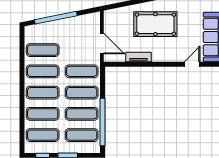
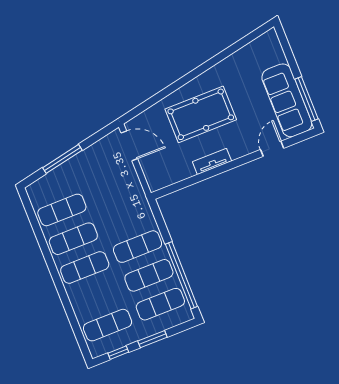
window: (56, 18) -> (62, 159), width x0.68
door: (102, 44) -> (129, 146), moved
tv unit: (139, 57) -> (212, 161), moved
exercise mat: (82, 71) -> (126, 218), removed
exercise mat: (43, 114) -> (96, 296), removed

